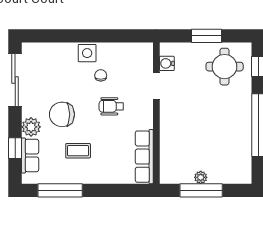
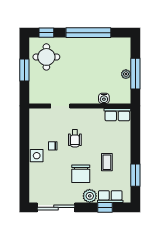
water cooler: (167, 63) -> (104, 98), moved
row of seats: (144, 157) -> (117, 115), width x0.68
window: (60, 190) -> (135, 175), width x0.69

